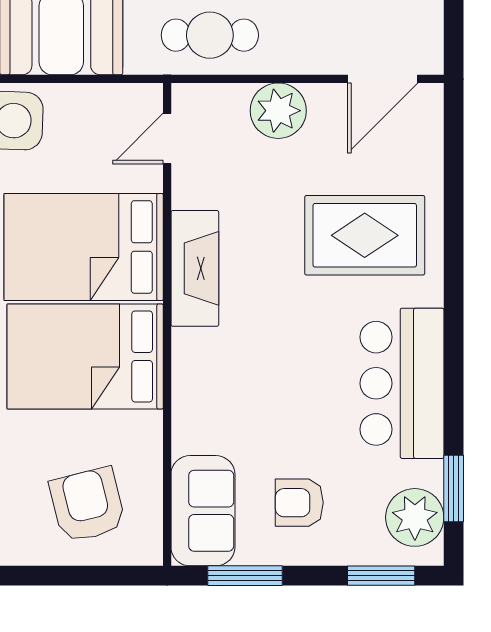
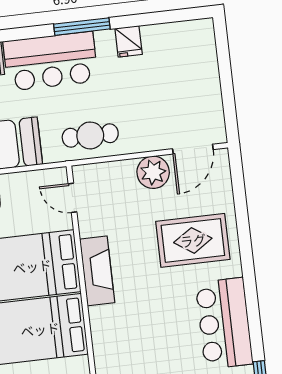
plant: (278, 111) -> (153, 172), moved
door: (167, 138) -> (72, 198), hinge flipped

